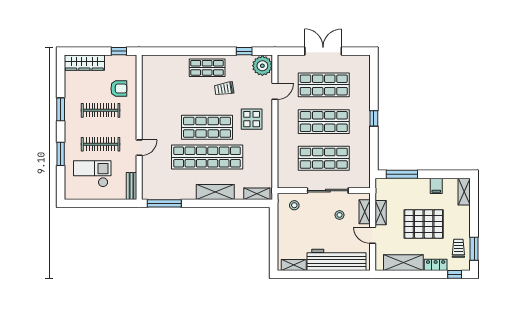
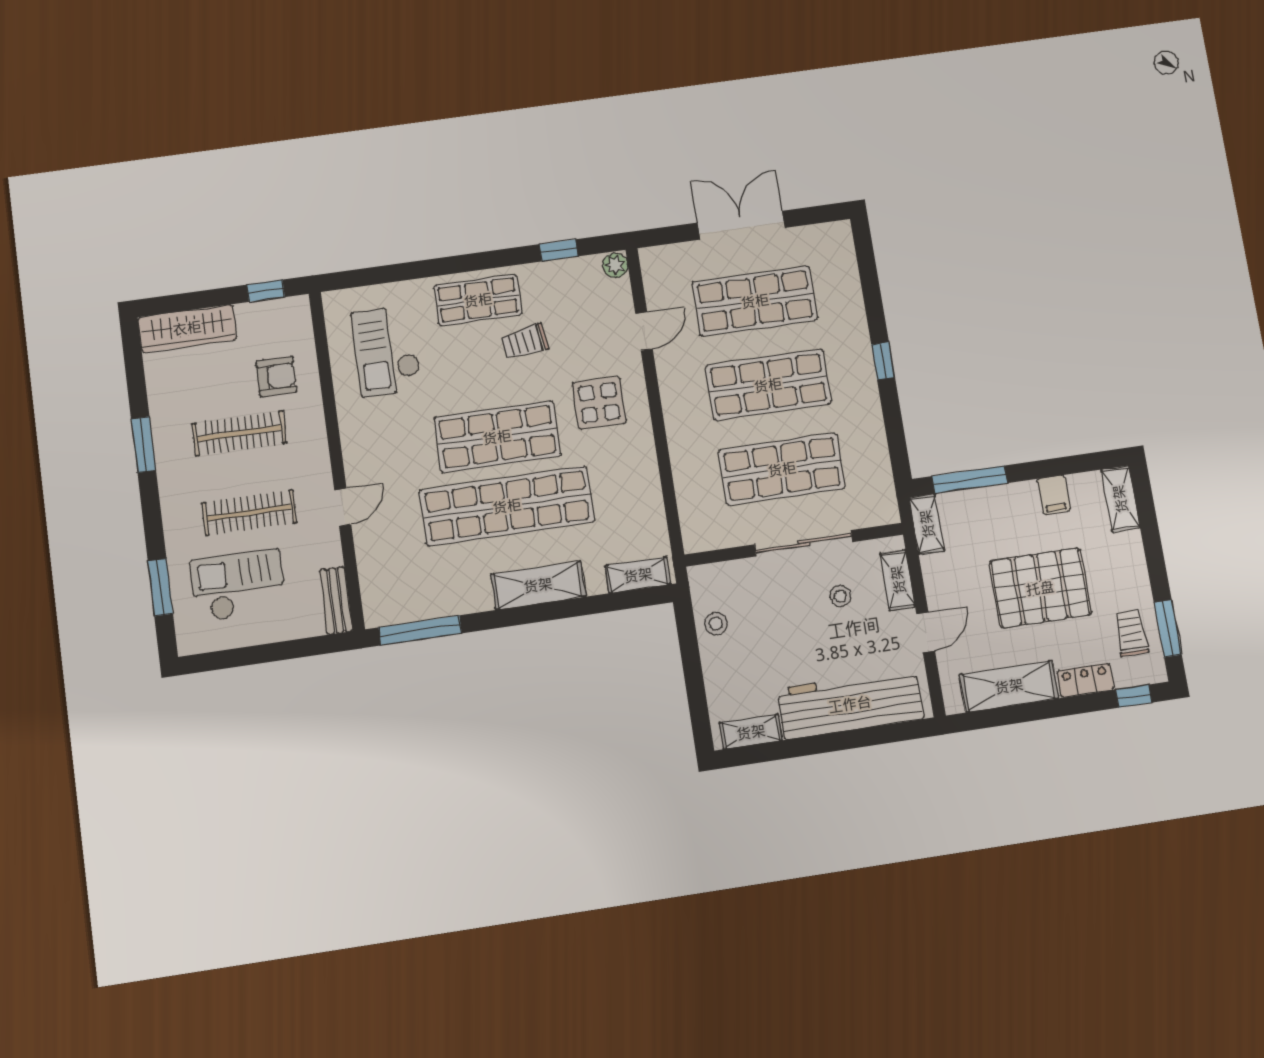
plant: (262, 66) -> (615, 265), width x0.53, depth x0.53
checkout: (166, 84) -> (386, 351), added
window: (61, 154) -> (160, 587), moved
stool: (294, 205) -> (716, 624), moved
shelving: (381, 213) -> (927, 524), moved
door: (373, 235) -> (926, 632), swing flipped

